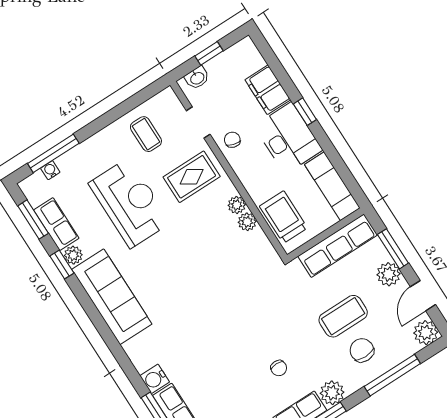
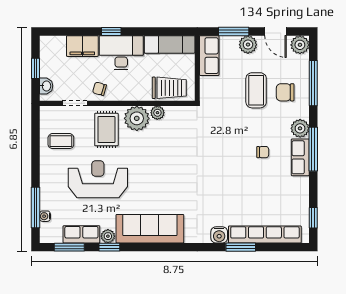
plant: (237, 205) -> (137, 118), width x1.88, depth x1.88
trolley: (283, 217) -> (169, 88), turned 180
row of seats: (338, 246) -> (209, 56), width x0.68

